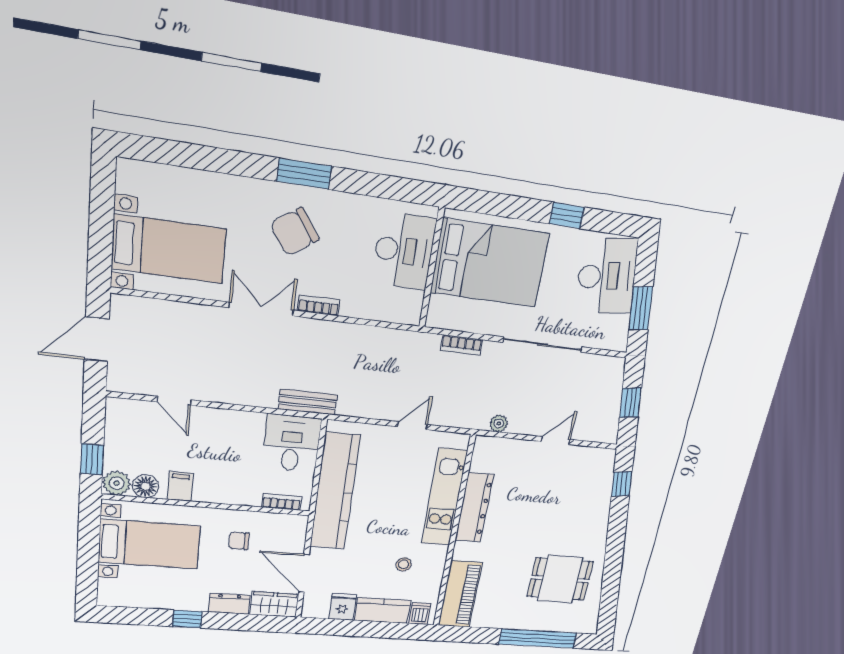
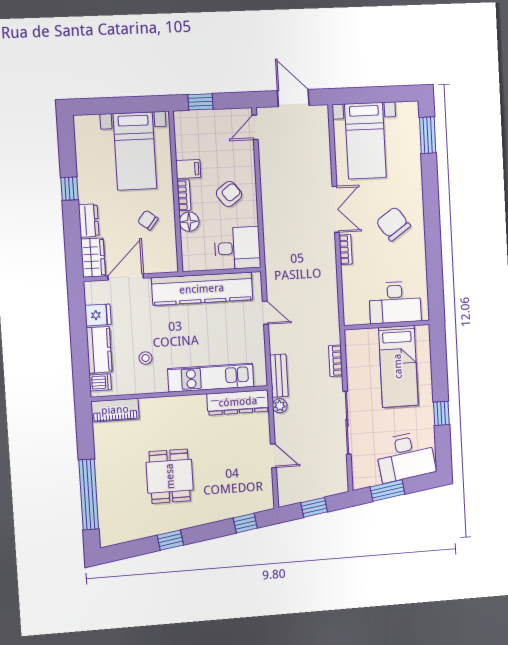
window: (304, 174) -> (428, 135), moved
bed: (490, 263) -> (398, 366), width x0.67
door: (174, 401) -> (255, 127), moved
bench: (308, 402) -> (279, 376), moved
door: (412, 426) -> (265, 313), moved
armchair: (220, 443) -> (229, 194), added
plant: (117, 483) -> (184, 121), removed
floor lamp: (146, 486) -> (189, 222), moved
bookcase: (282, 502) -> (184, 195), moved
dresser: (474, 508) -> (238, 402), moved
chair: (239, 541) -> (148, 220), turned -52
window: (613, 565) -> (170, 540), added
dining table: (560, 579) -> (170, 476), moved
piano: (460, 594) -> (115, 410), width x0.73, depth x0.75

